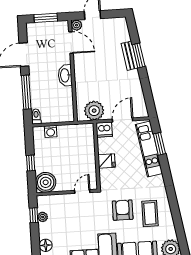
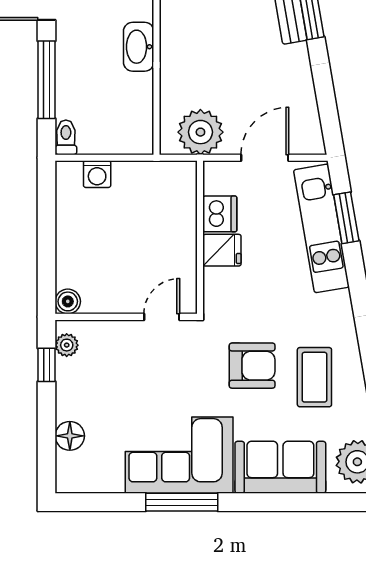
dishwasher: (104, 130) -> (220, 214), moved, turned -90
window: (31, 163) -> (47, 244), removed
boiler: (46, 182) -> (68, 301), width x0.54, depth x0.54
armchair: (123, 210) -> (252, 366), turned 90
plant: (43, 217) -> (67, 345), moved

